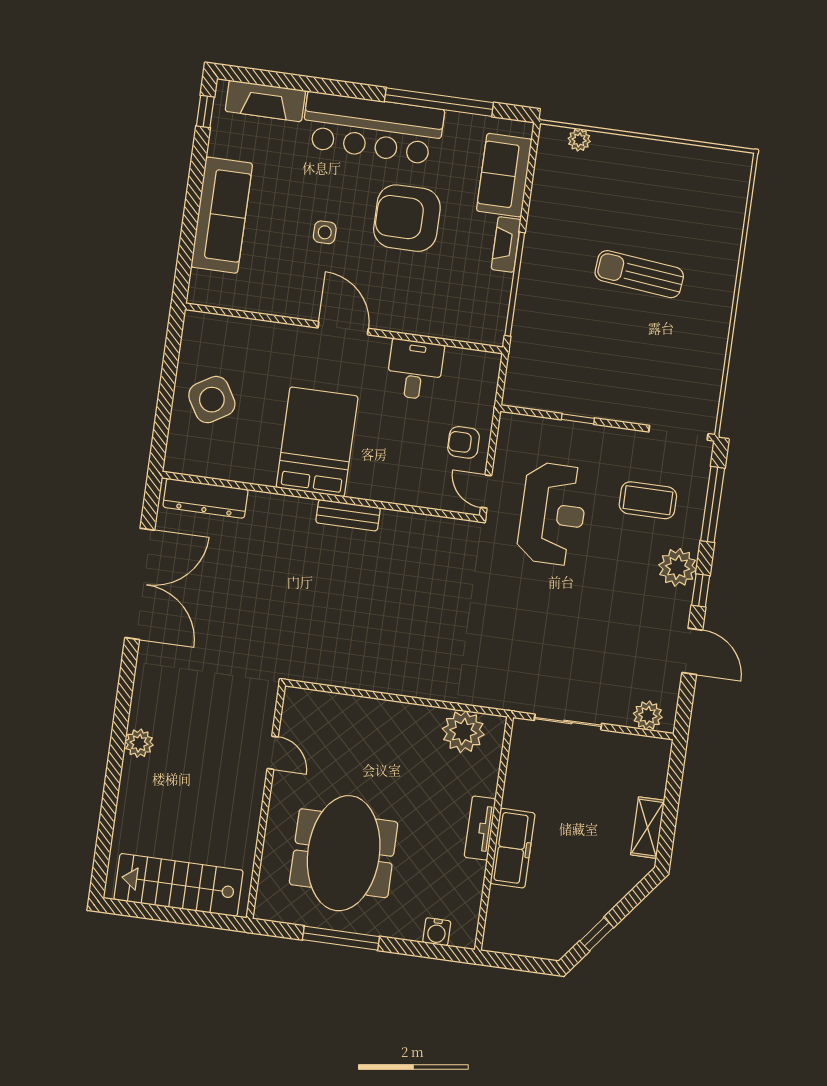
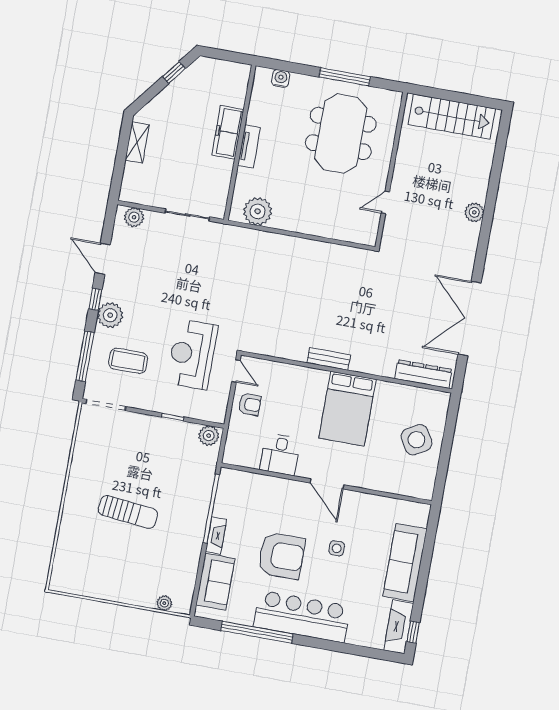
fireplace: (265, 101) -> (399, 627), moved, turned -90
plant: (523, 393) -> (209, 436), added
door: (273, 753) -> (385, 202), hinge flipped

